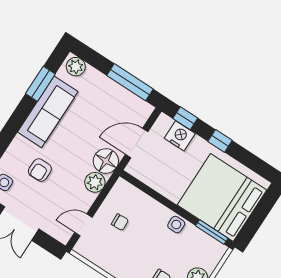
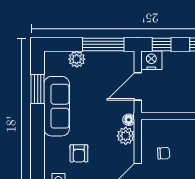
plant: (76, 67) -> (77, 59), moved
nightstand: (180, 136) -> (151, 60), moved
floor lamp: (106, 161) -> (129, 120), width x0.53, depth x0.53

